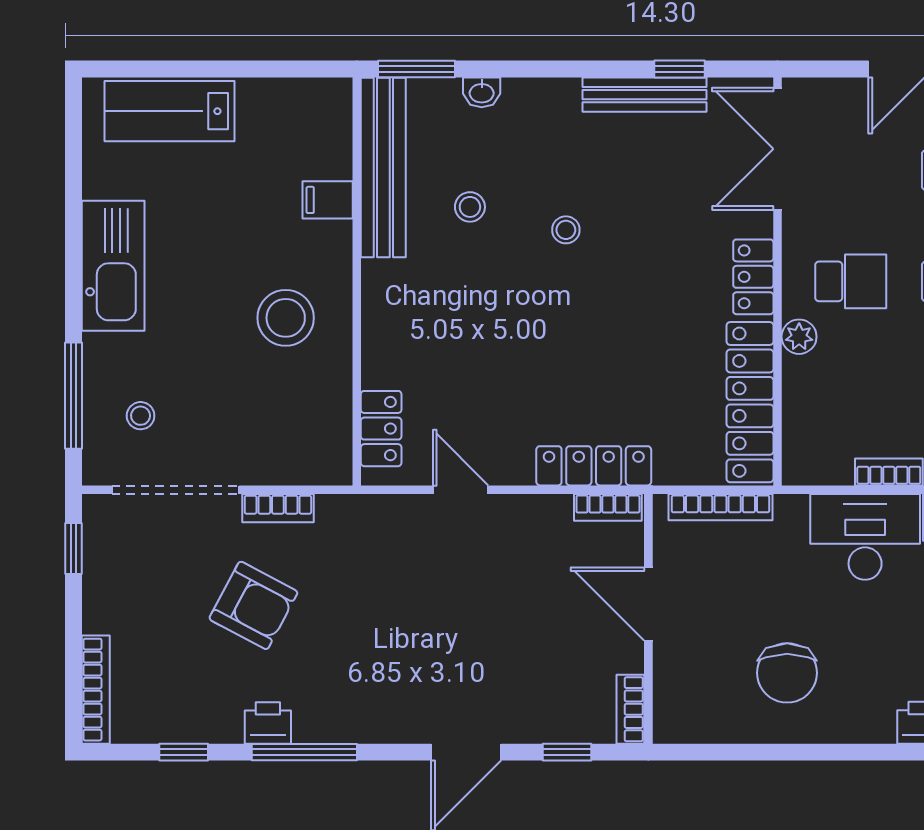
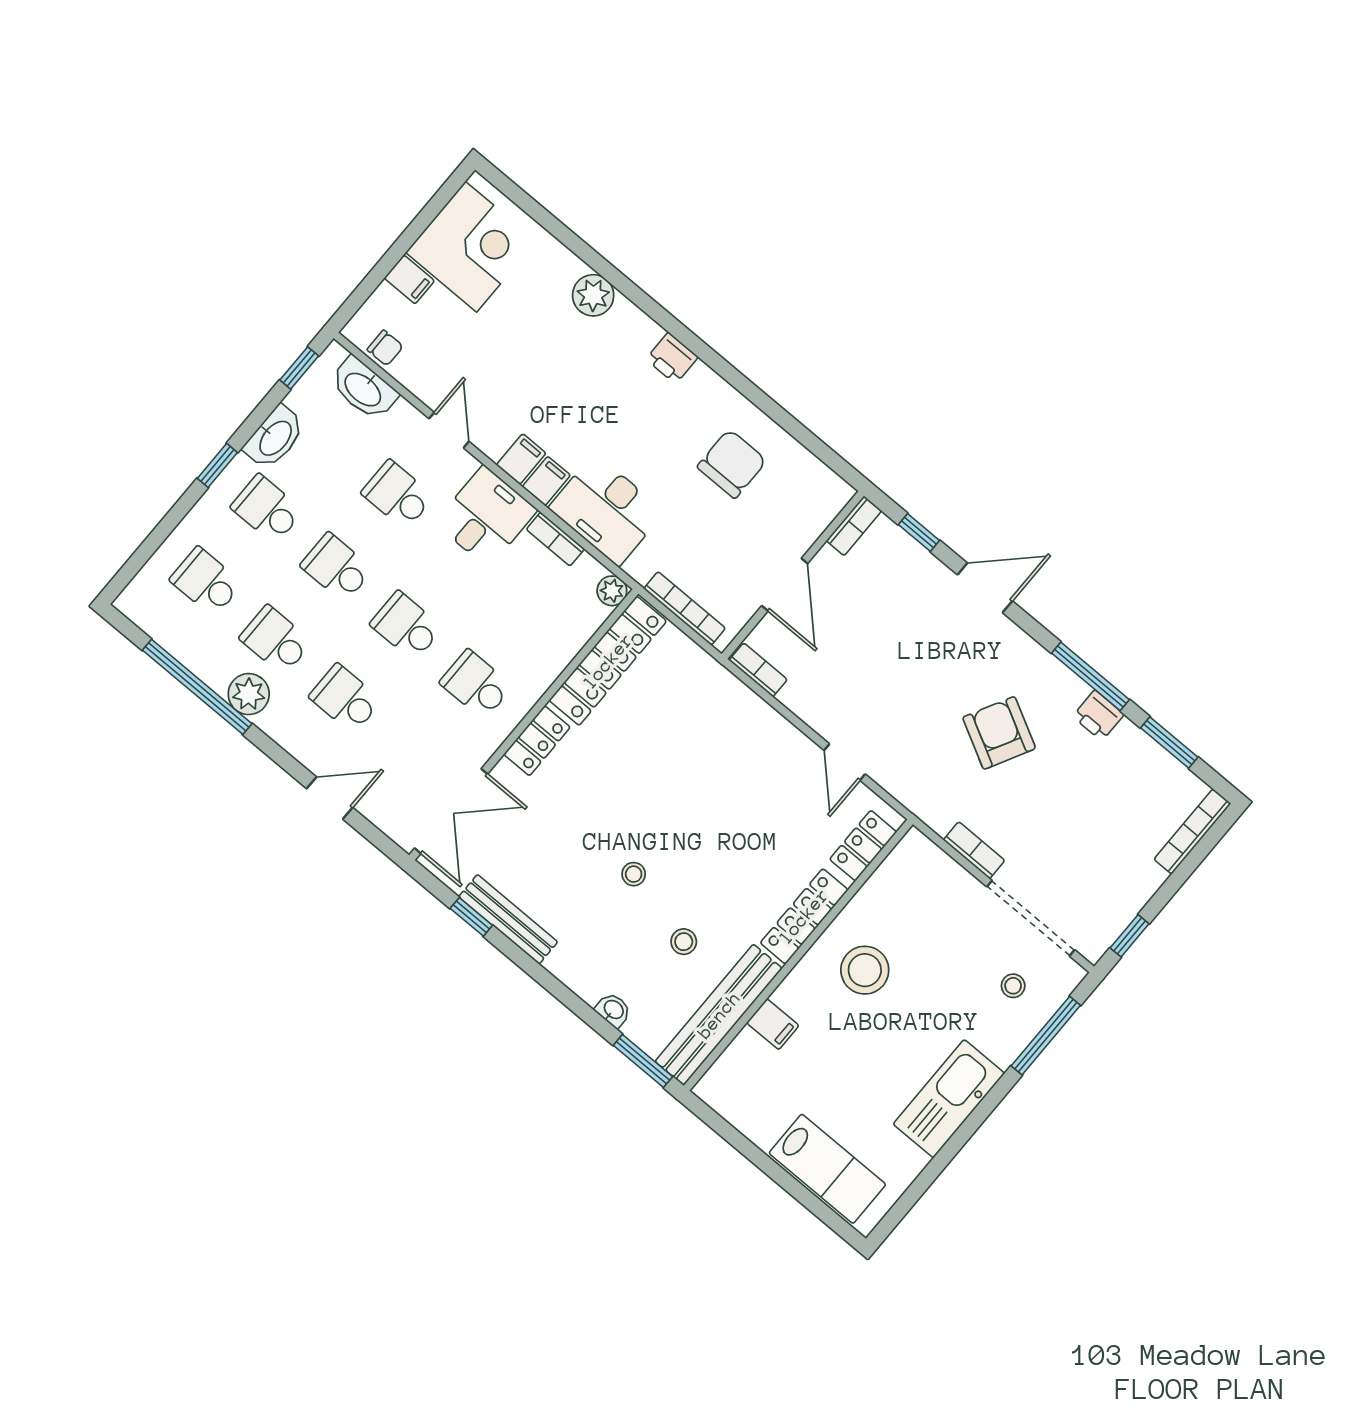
plant: (799, 337) -> (612, 591), moved
locker: (594, 466) -> (804, 916), moved, turned 90
armchair: (253, 605) -> (999, 733), moved
window: (184, 752) -> (1169, 743), width x1.50

